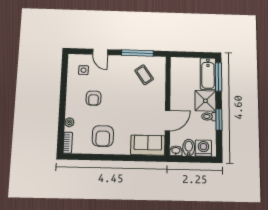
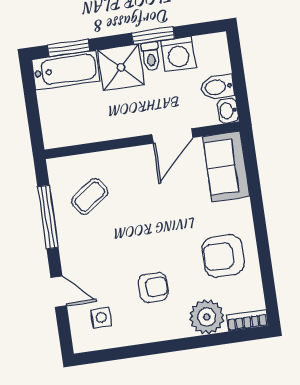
door: (100, 52) -> (59, 292), hinge flipped
window: (219, 77) -> (69, 48), width x0.69
door: (168, 121) -> (172, 136), swing flipped
plant: (69, 122) -> (207, 317), width x1.87, depth x1.87
armchair: (103, 136) -> (223, 256), turned 180
washing machine: (203, 148) -> (178, 54), moved, turned -90

